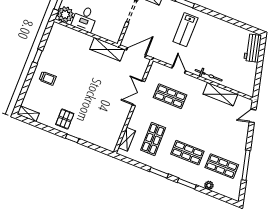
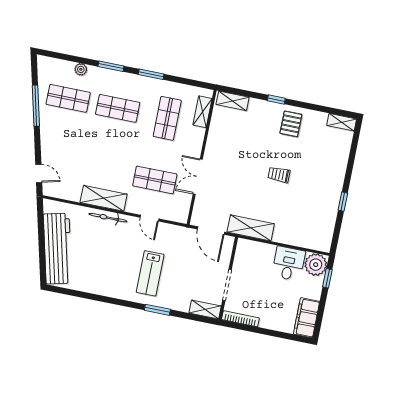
lab bench: (185, 30) -> (150, 273), turned 180
workbench: (253, 48) -> (58, 249), width x1.88, depth x1.32
door: (136, 53) -> (211, 231), hinge flipped
trolley: (48, 78) -> (279, 175), moved
double door: (139, 93) -> (198, 177), swing flipped
shelving: (220, 94) -> (104, 198), moved
door: (253, 116) -> (39, 173), hinge flipped
shelving: (104, 143) -> (233, 101), added

